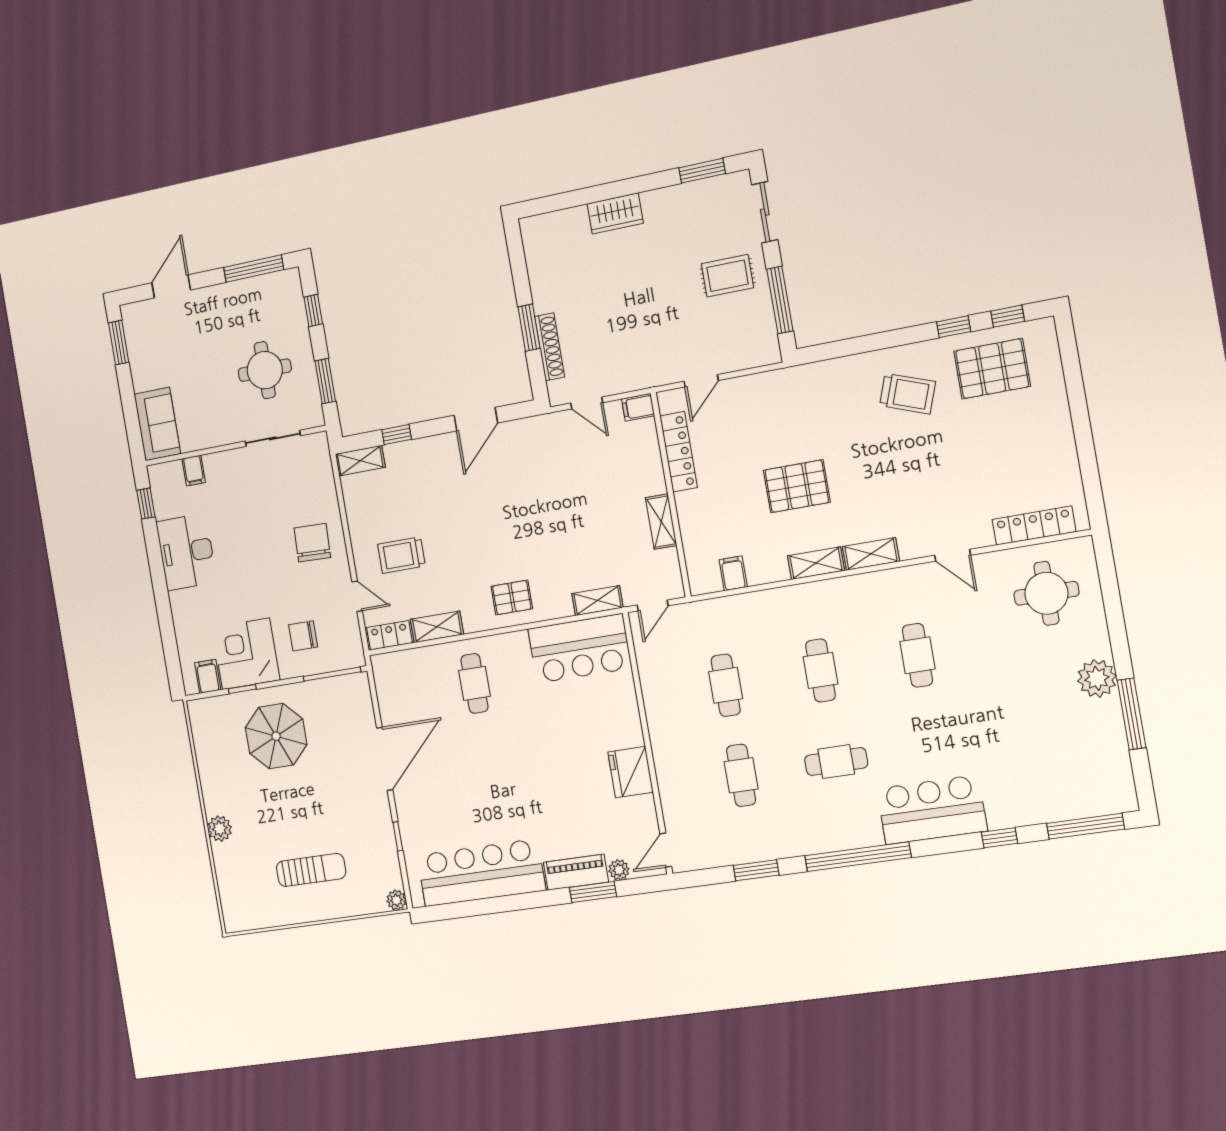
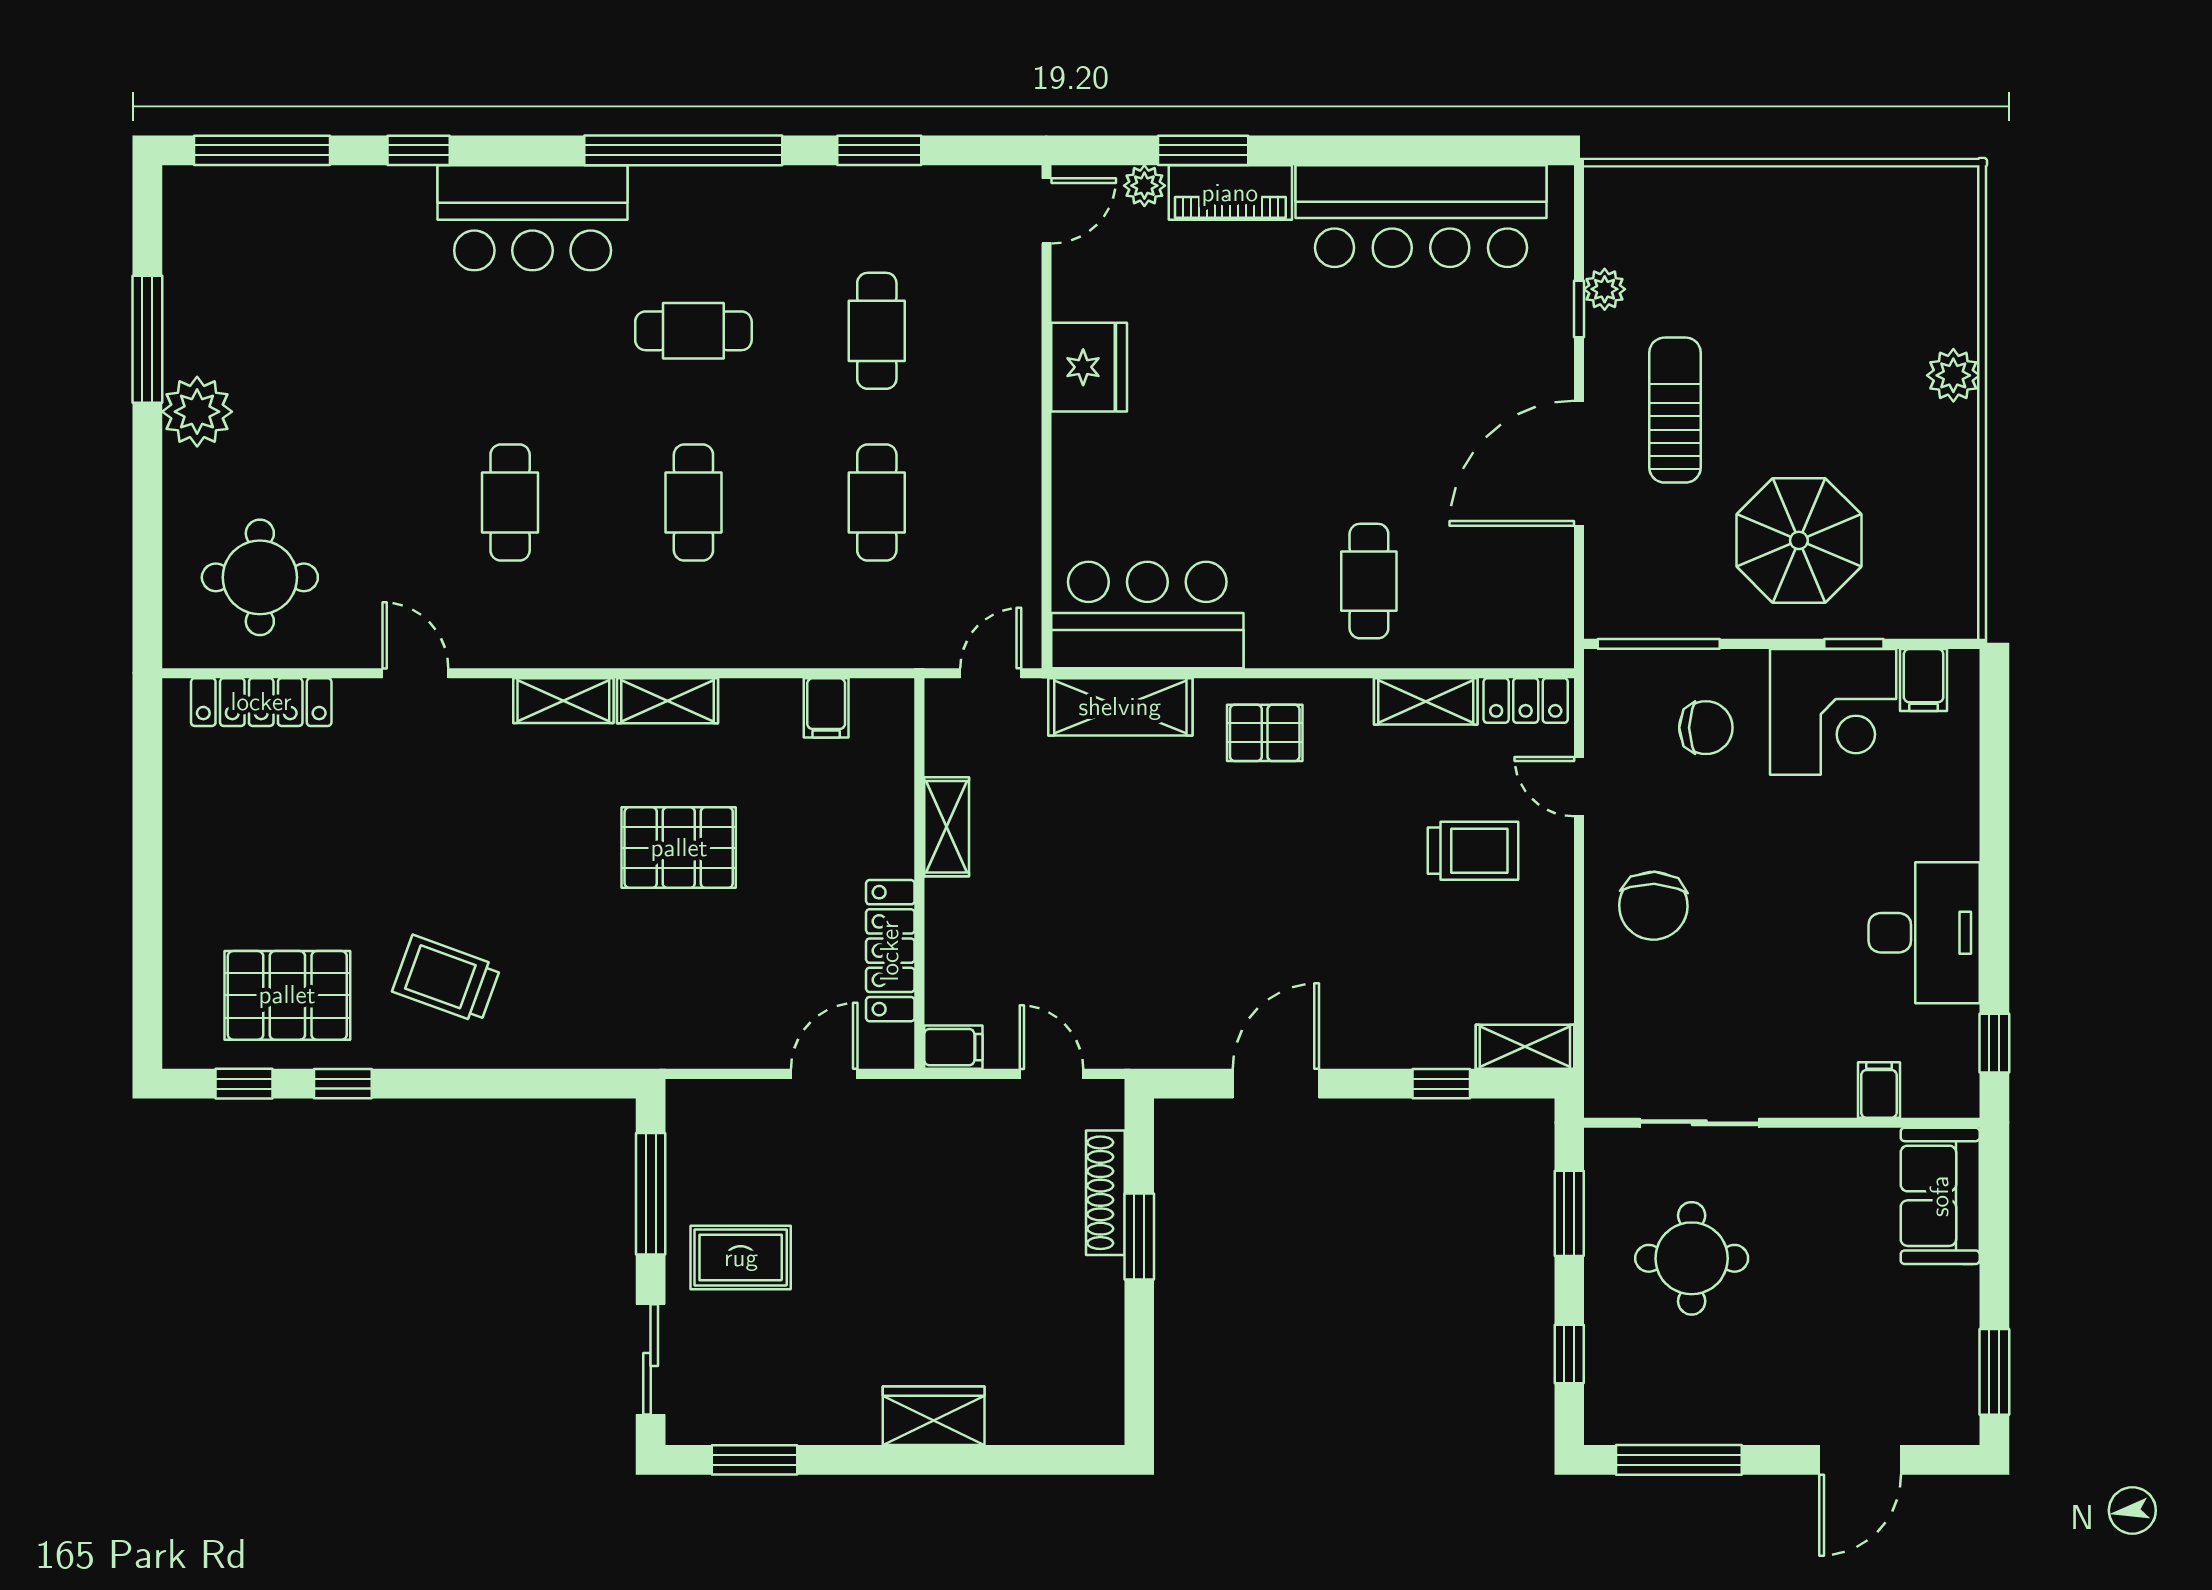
shelving: (597, 601) -> (1120, 707), width x1.50, depth x1.33
sun lounger: (311, 870) -> (1675, 410), moved, turned 90
plant: (396, 900) -> (1605, 289), moved

